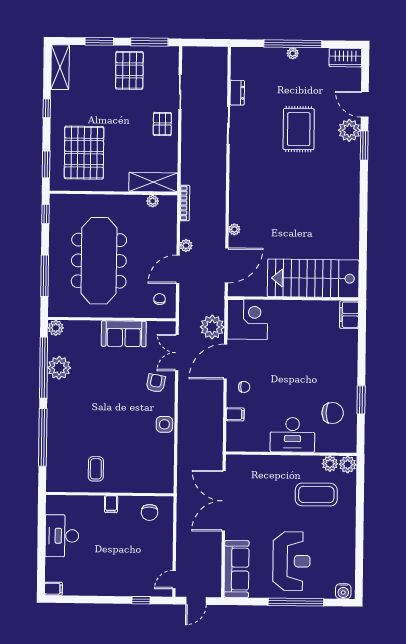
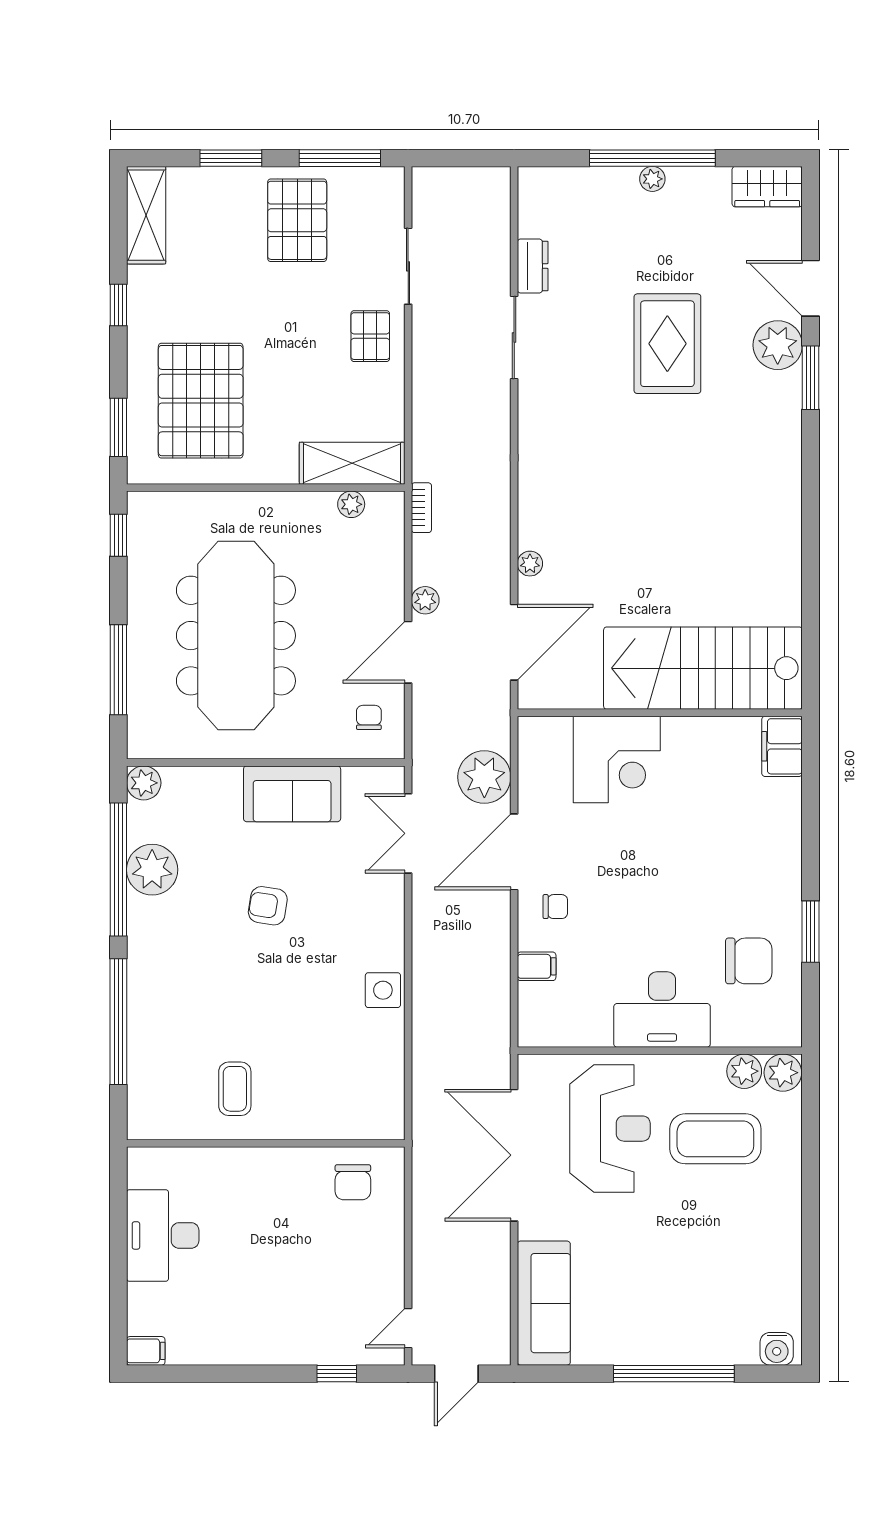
bookcase: (185, 203) -> (421, 508), width x0.64
corner desk: (247, 319) -> (617, 759), moved, turned 90
armchair: (156, 383) -> (268, 906), moved, turned -91
filing cabinet: (111, 504) -> (269, 1165), removed
reception desk: (292, 561) -> (610, 1129), moved

